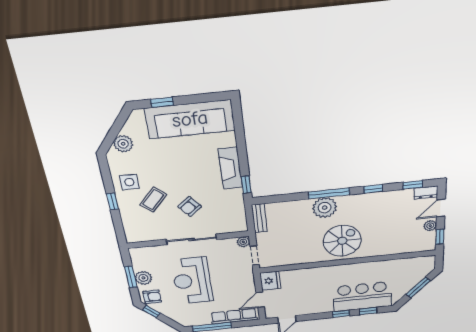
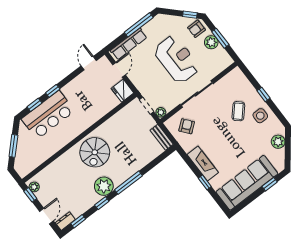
window: (246, 185) -> (205, 182), moved
armchair: (190, 207) -> (187, 126), moved
plant: (325, 208) -> (104, 186), moved
plant: (430, 226) -> (34, 187), moved

